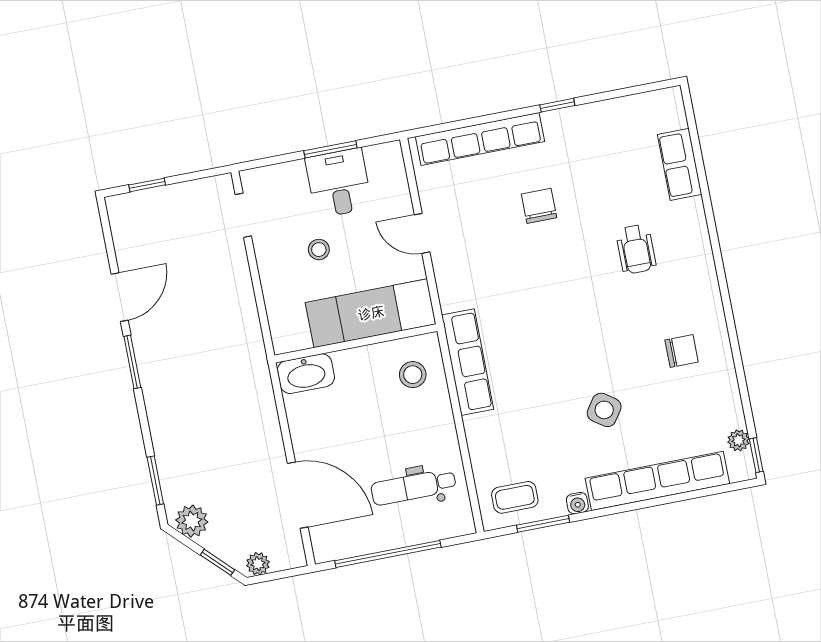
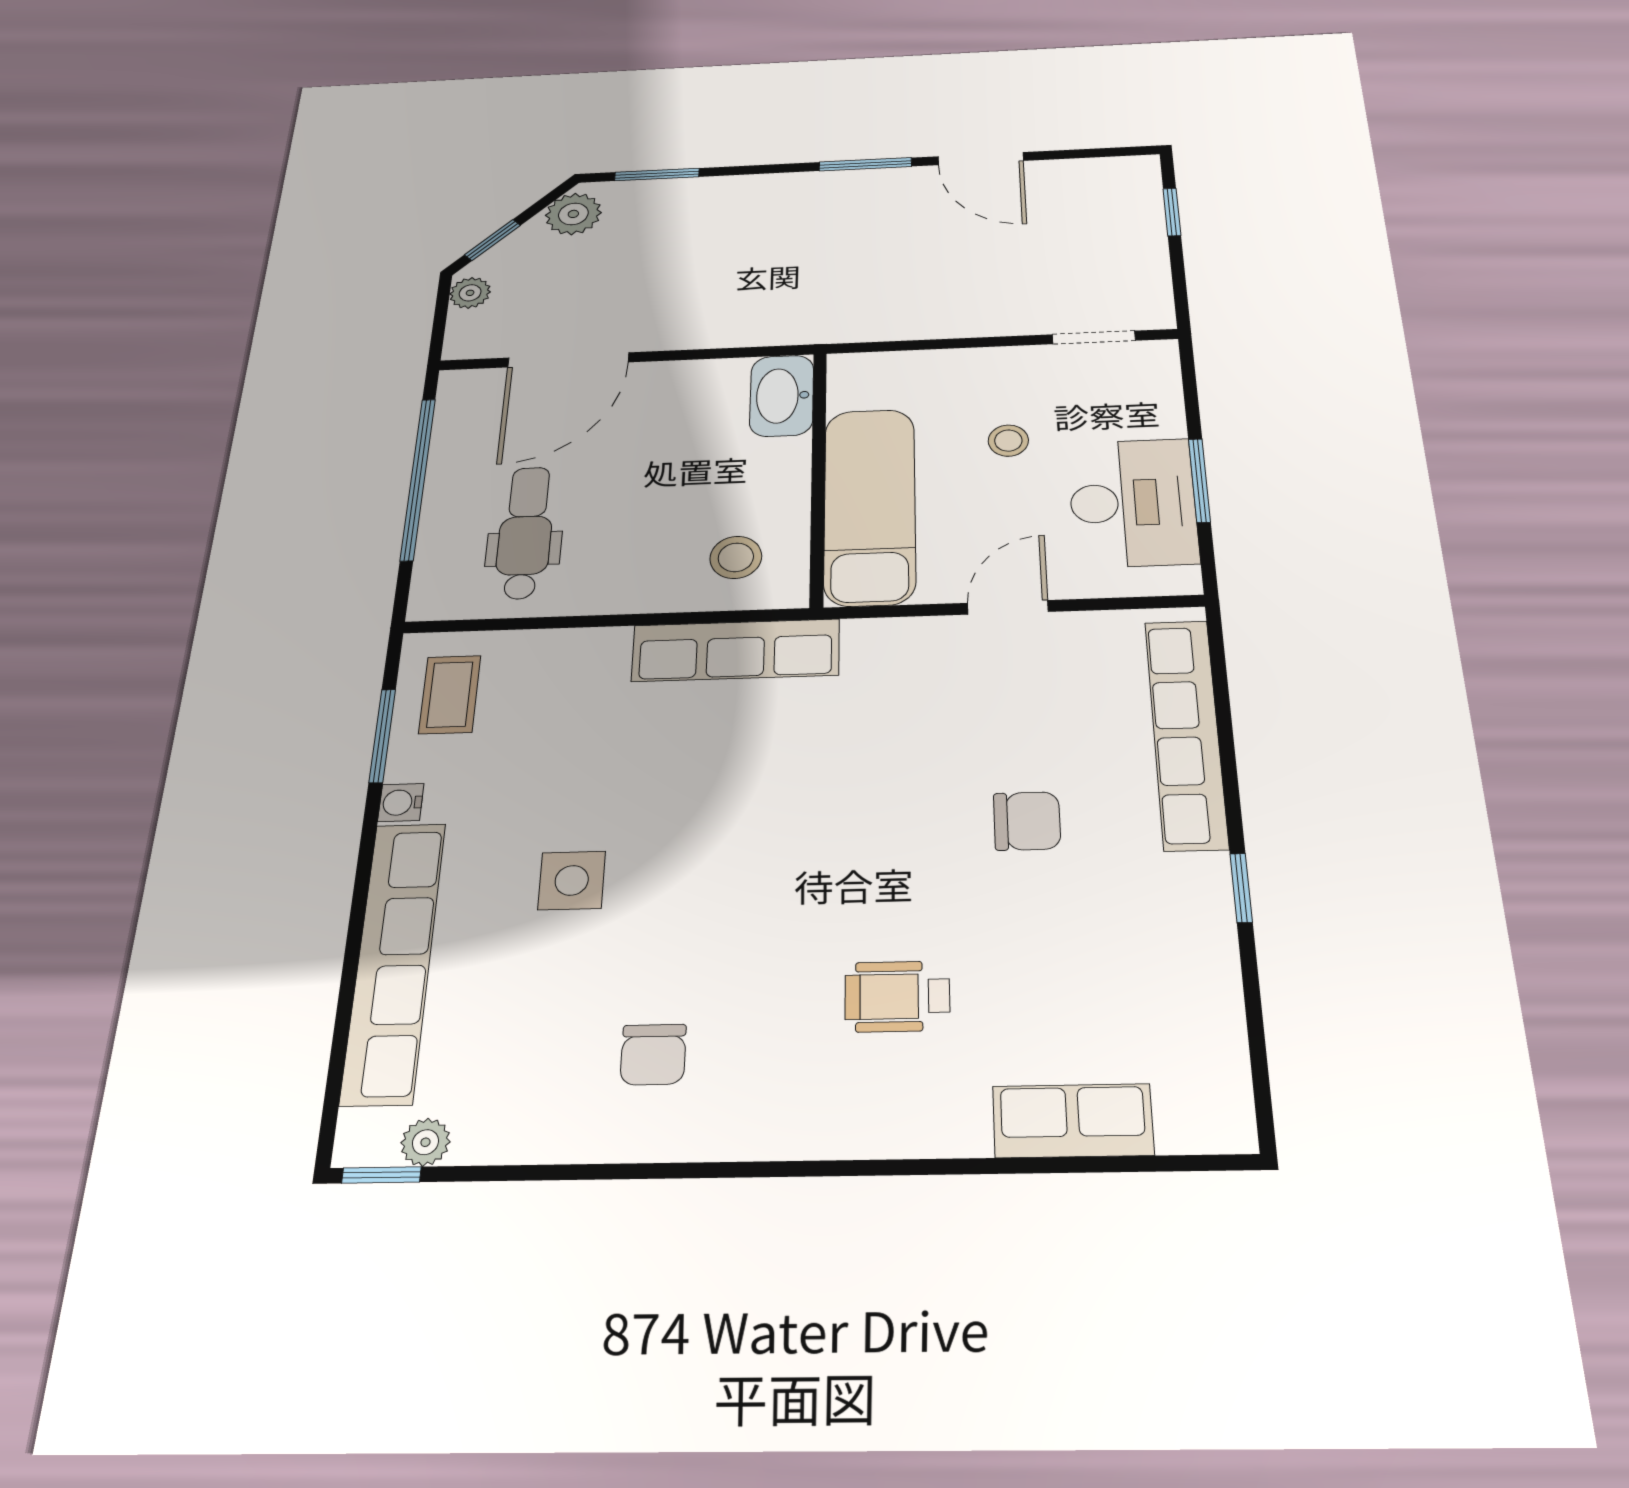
desk: (339, 183) -> (1133, 503), width x1.37
side table: (604, 410) -> (572, 880), turned -35

